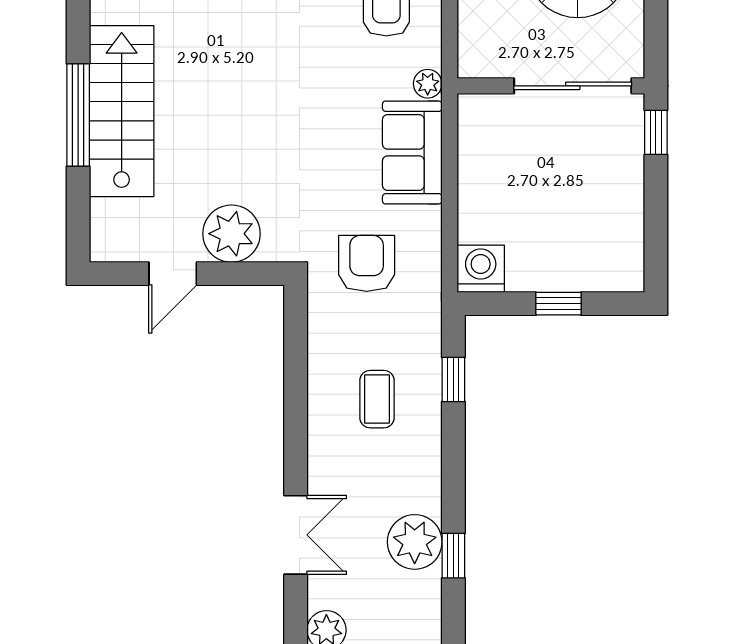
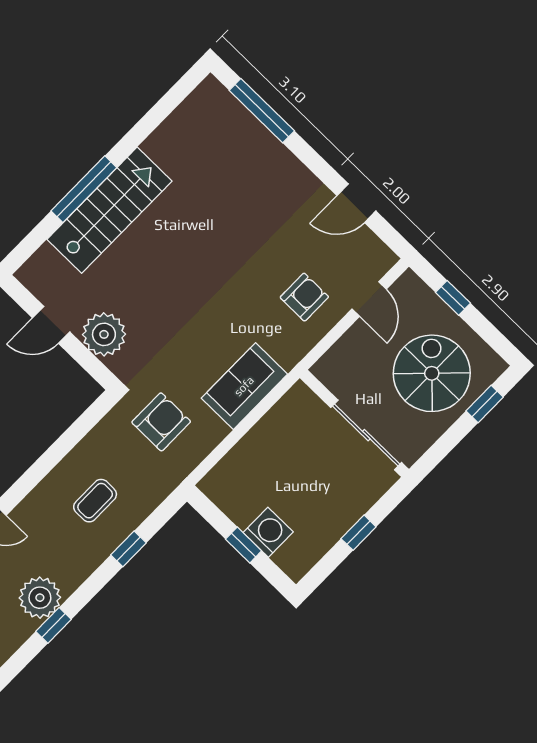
plant: (428, 84) -> (289, 357), removed
window: (656, 132) -> (359, 533), moved
washing machine: (481, 269) -> (268, 532), moved
window: (453, 379) -> (129, 549), moved

